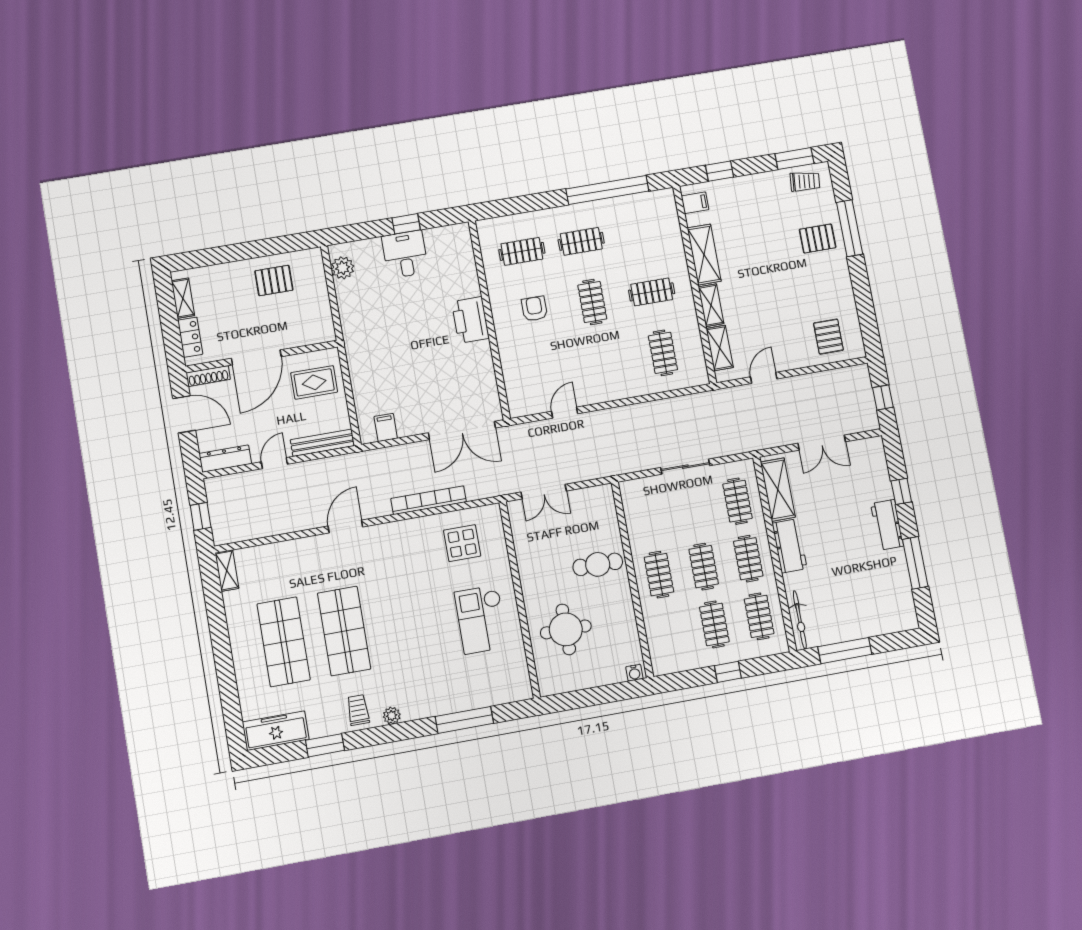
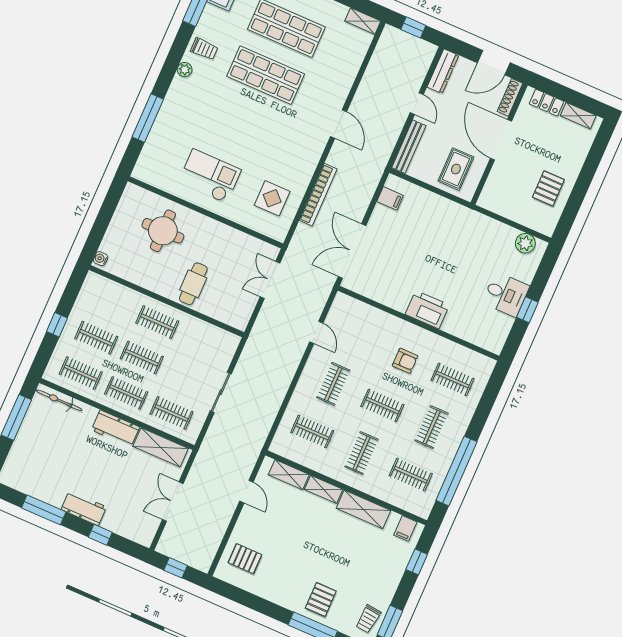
clothes rail: (640, 231) -> (411, 475), added
clothes rail: (522, 251) -> (452, 379), turned 90
clothes rail: (603, 363) -> (333, 384), added

